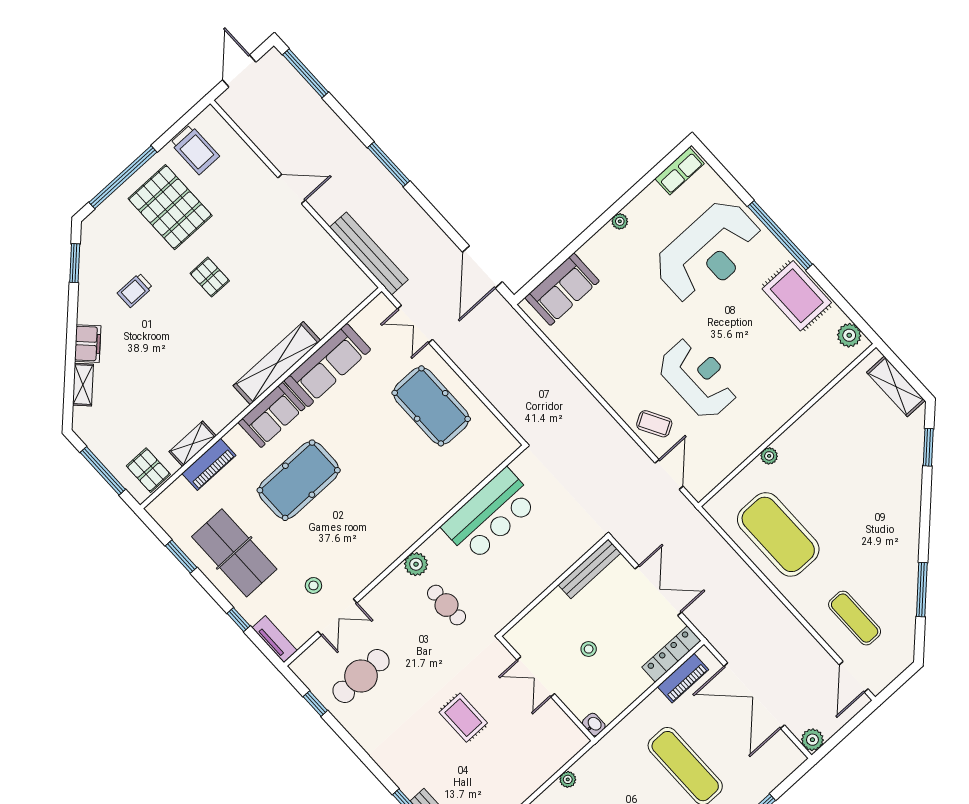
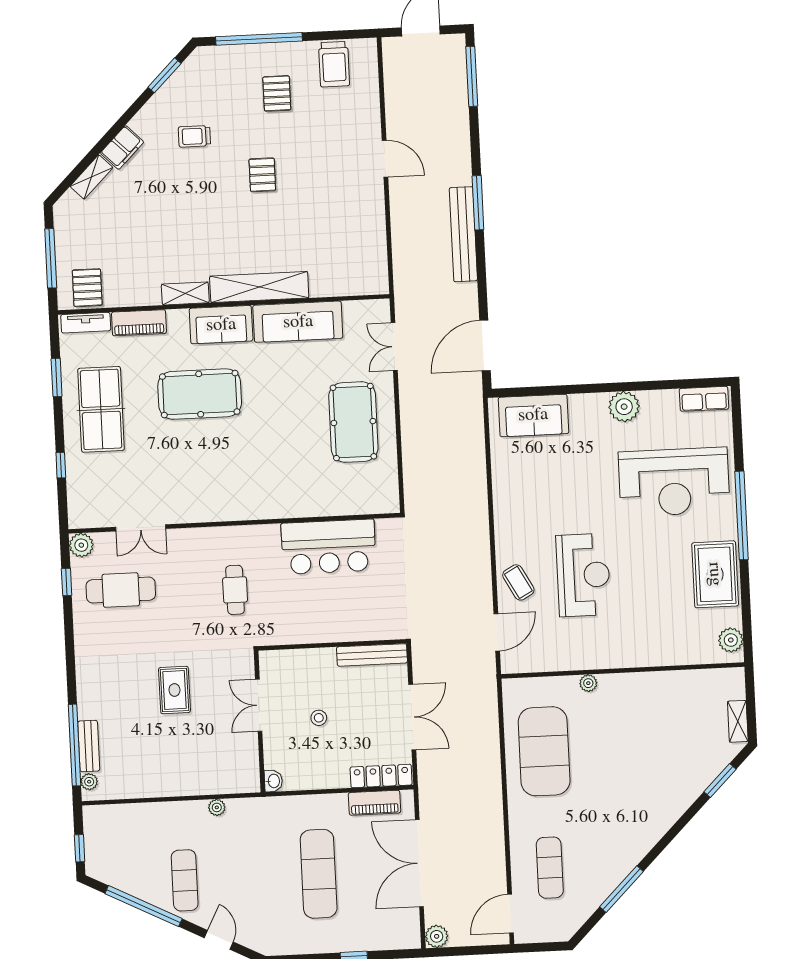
pallet: (170, 207) -> (277, 93), width x0.49, depth x0.50
plant: (620, 221) -> (624, 407), width x1.87, depth x1.87
bench: (369, 253) -> (463, 234), moved
shelving: (896, 386) -> (738, 721), width x0.67, depth x0.75
shelving: (193, 444) -> (185, 293), moved
plant: (416, 564) -> (81, 545), moved
stool: (313, 585) -> (142, 487), removed
tv unit: (275, 639) -> (86, 323), moved, turned 90

